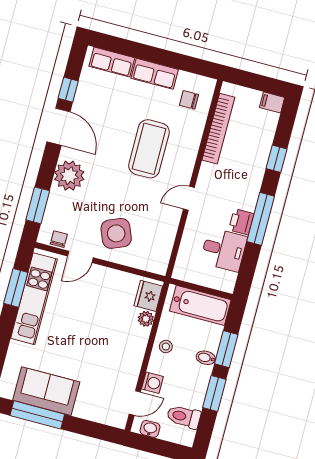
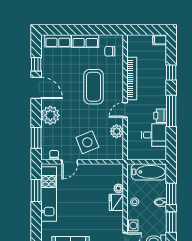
bookcase: (218, 129) -> (132, 78), moved
plant: (167, 228) -> (117, 131), added
fridge: (148, 296) -> (116, 202), moved

